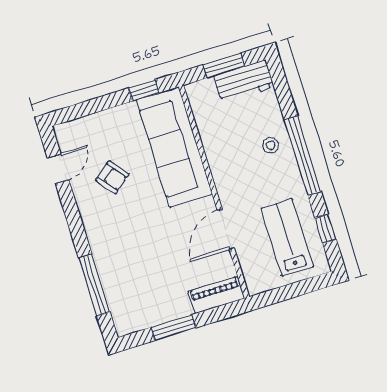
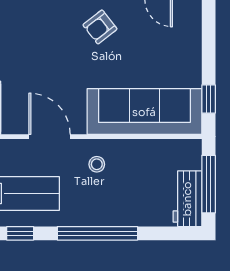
window: (224, 66) -> (209, 184), width x1.44
stool: (271, 145) -> (97, 164), moved
armchair: (112, 177) -> (100, 27), moved

